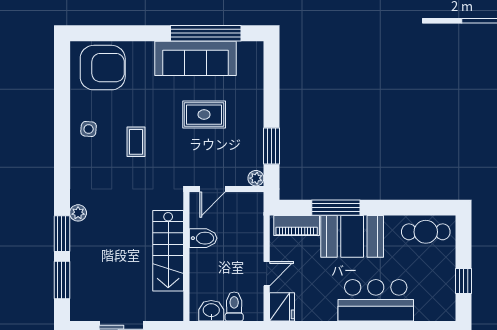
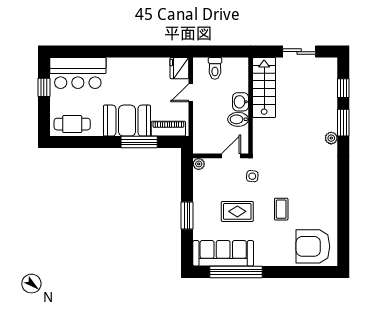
sofa: (196, 58) -> (223, 253), moved
side table: (89, 129) -> (252, 176), moved
coffee table: (136, 142) -> (281, 209), moved
window: (272, 146) -> (187, 215), moved
stairs: (168, 251) -> (264, 88), moved
window: (62, 280) -> (343, 88), width x0.67
bar counter: (376, 300) -> (78, 73), moved
washbasin: (211, 311) -> (241, 102), moved, turned 90

